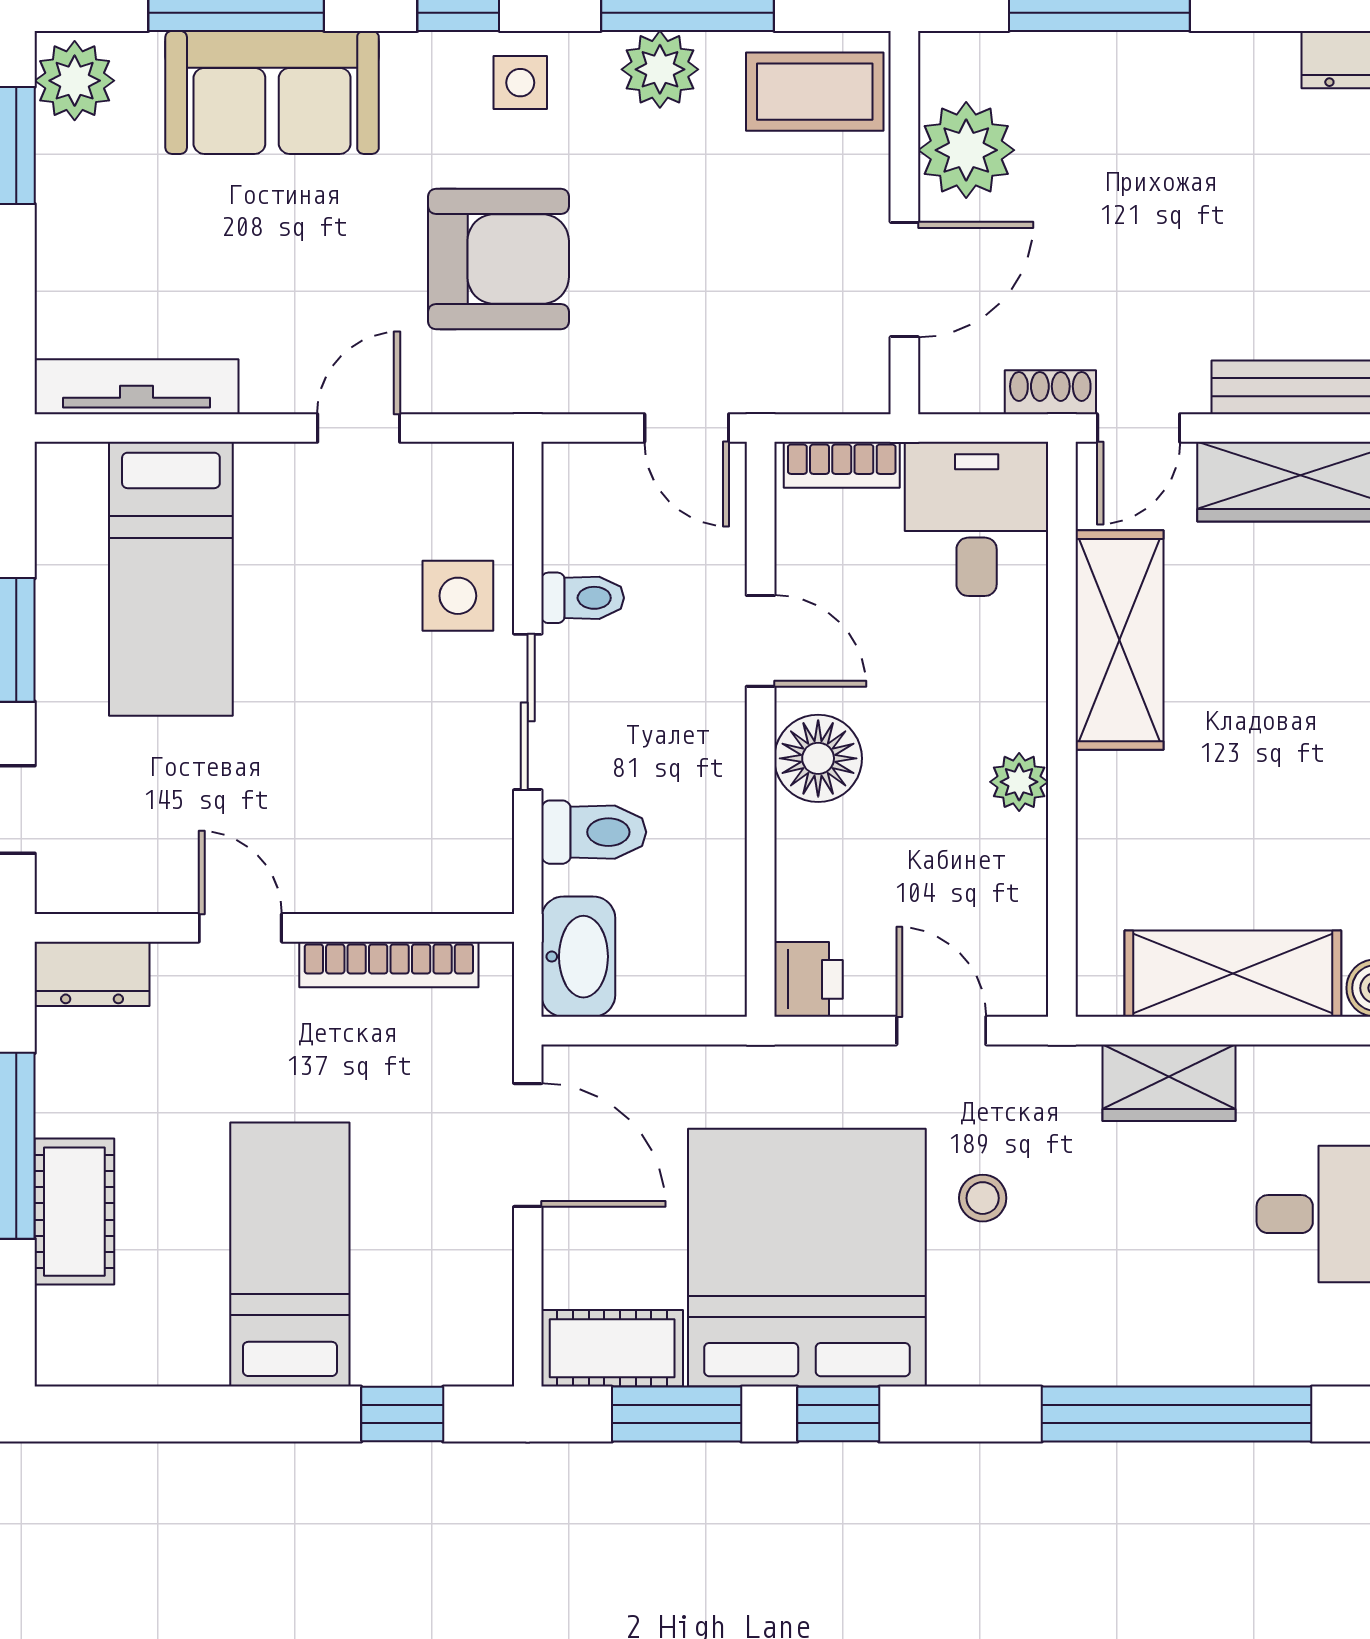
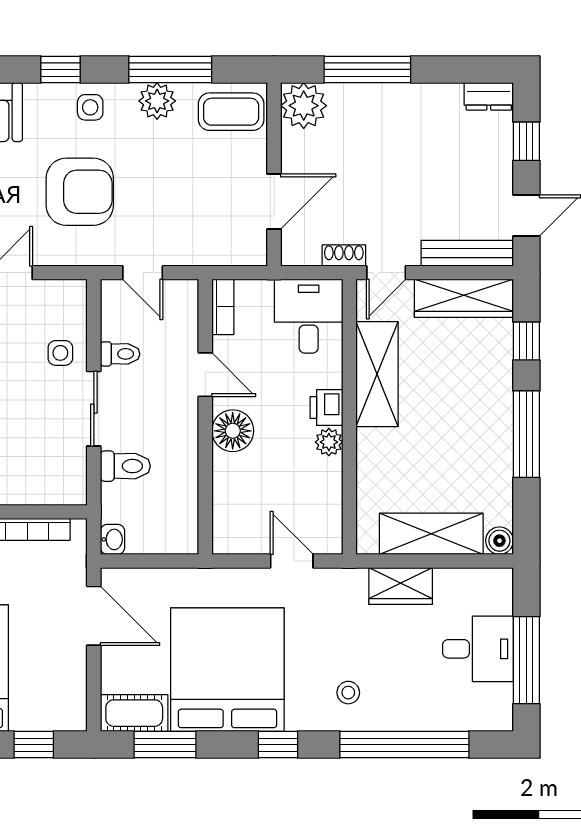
plant: (966, 150) -> (304, 106), moved
door: (687, 428) -> (143, 273), moved
bookcase: (842, 465) -> (223, 307), moved, turned -90
side table: (458, 596) -> (60, 353), width x0.73, depth x0.73
washbasin: (578, 957) -> (113, 539), width x0.52, depth x0.69
printer: (808, 979) -> (327, 408), moved, turned 180
stool: (983, 1198) -> (348, 693), moved
window: (838, 1414) -> (278, 745), moved

